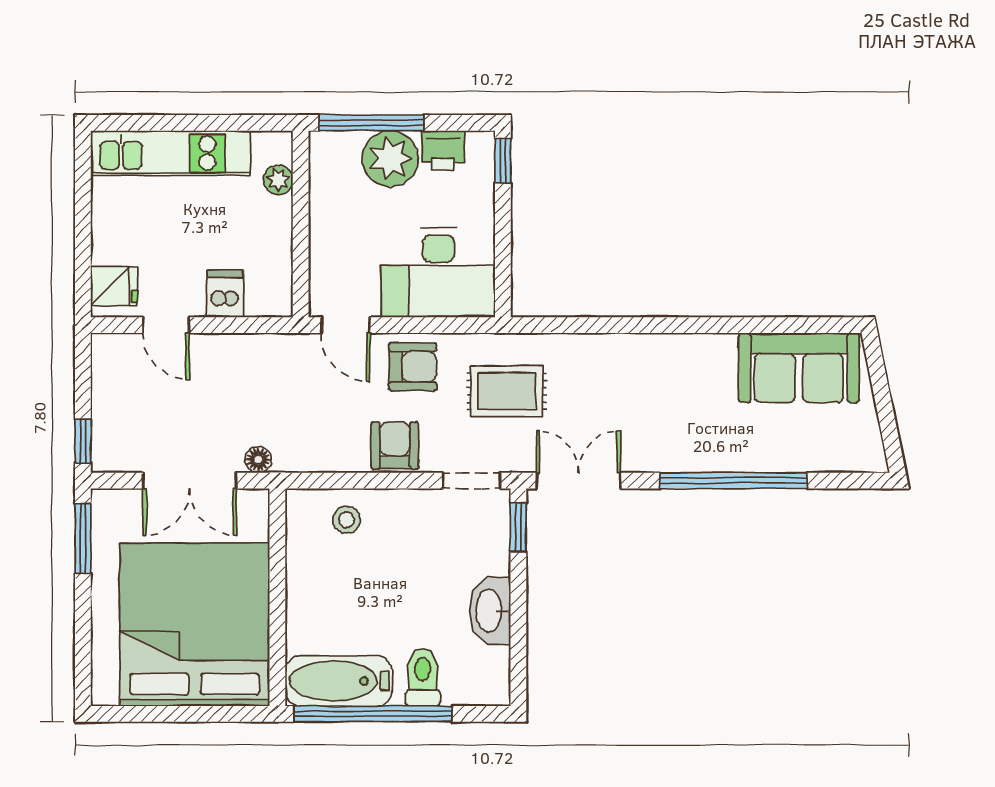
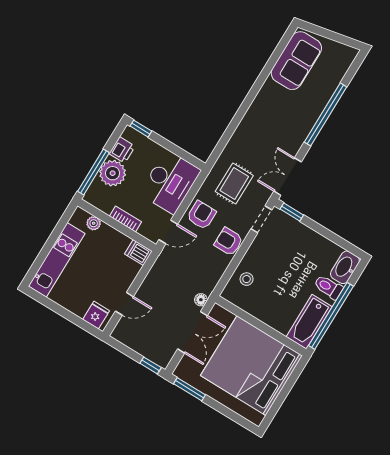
bookcase: (321, 233) -> (125, 219), added
dishwasher: (225, 294) -> (138, 253), moved
washbasin: (490, 611) -> (345, 267), moved, turned 90

